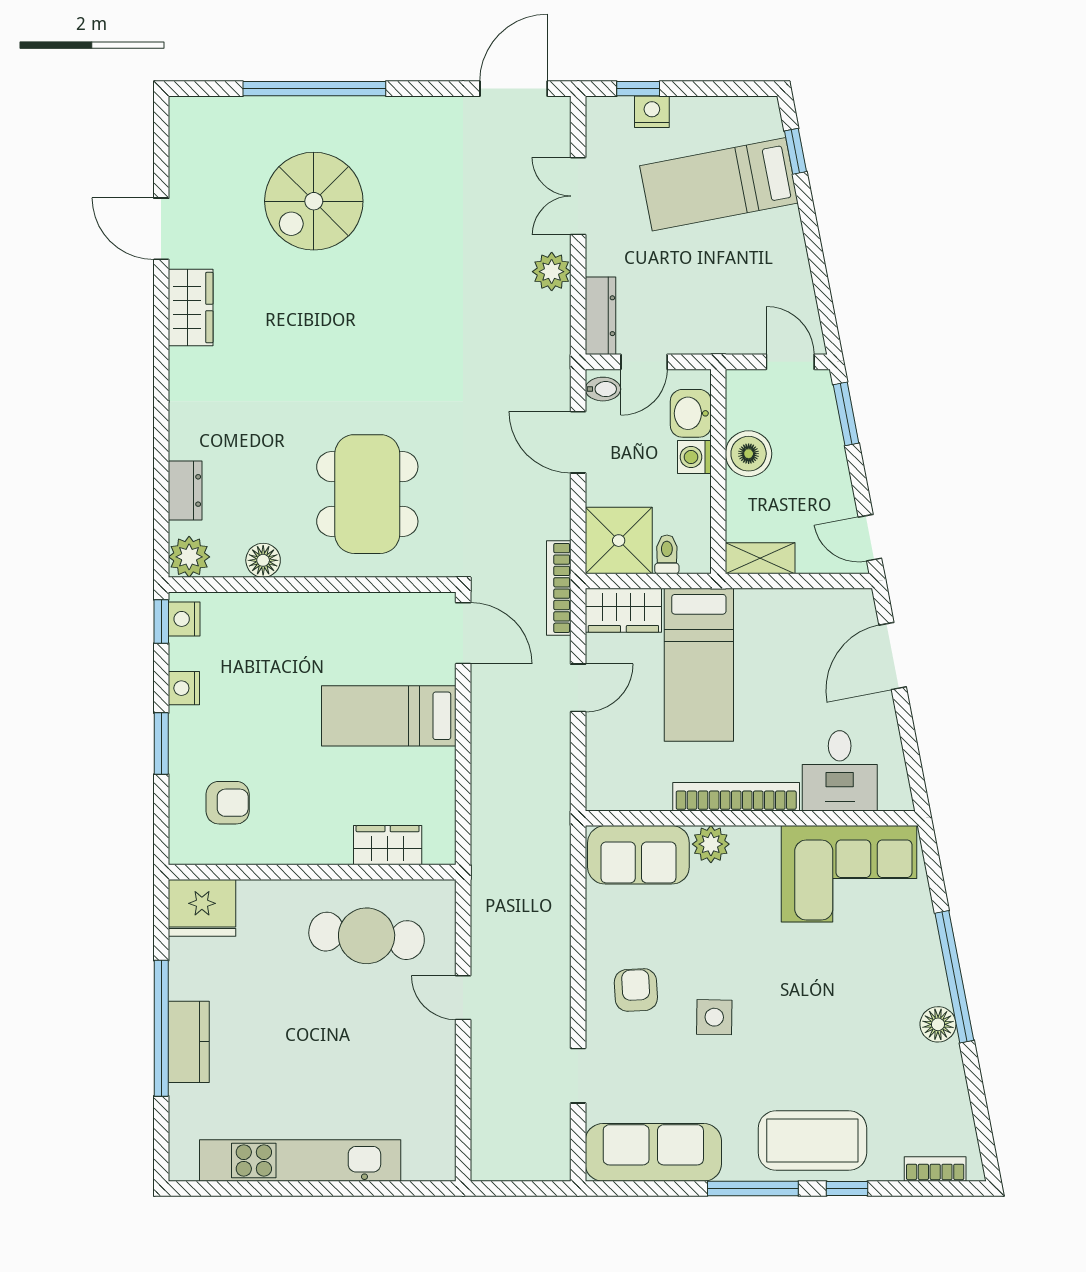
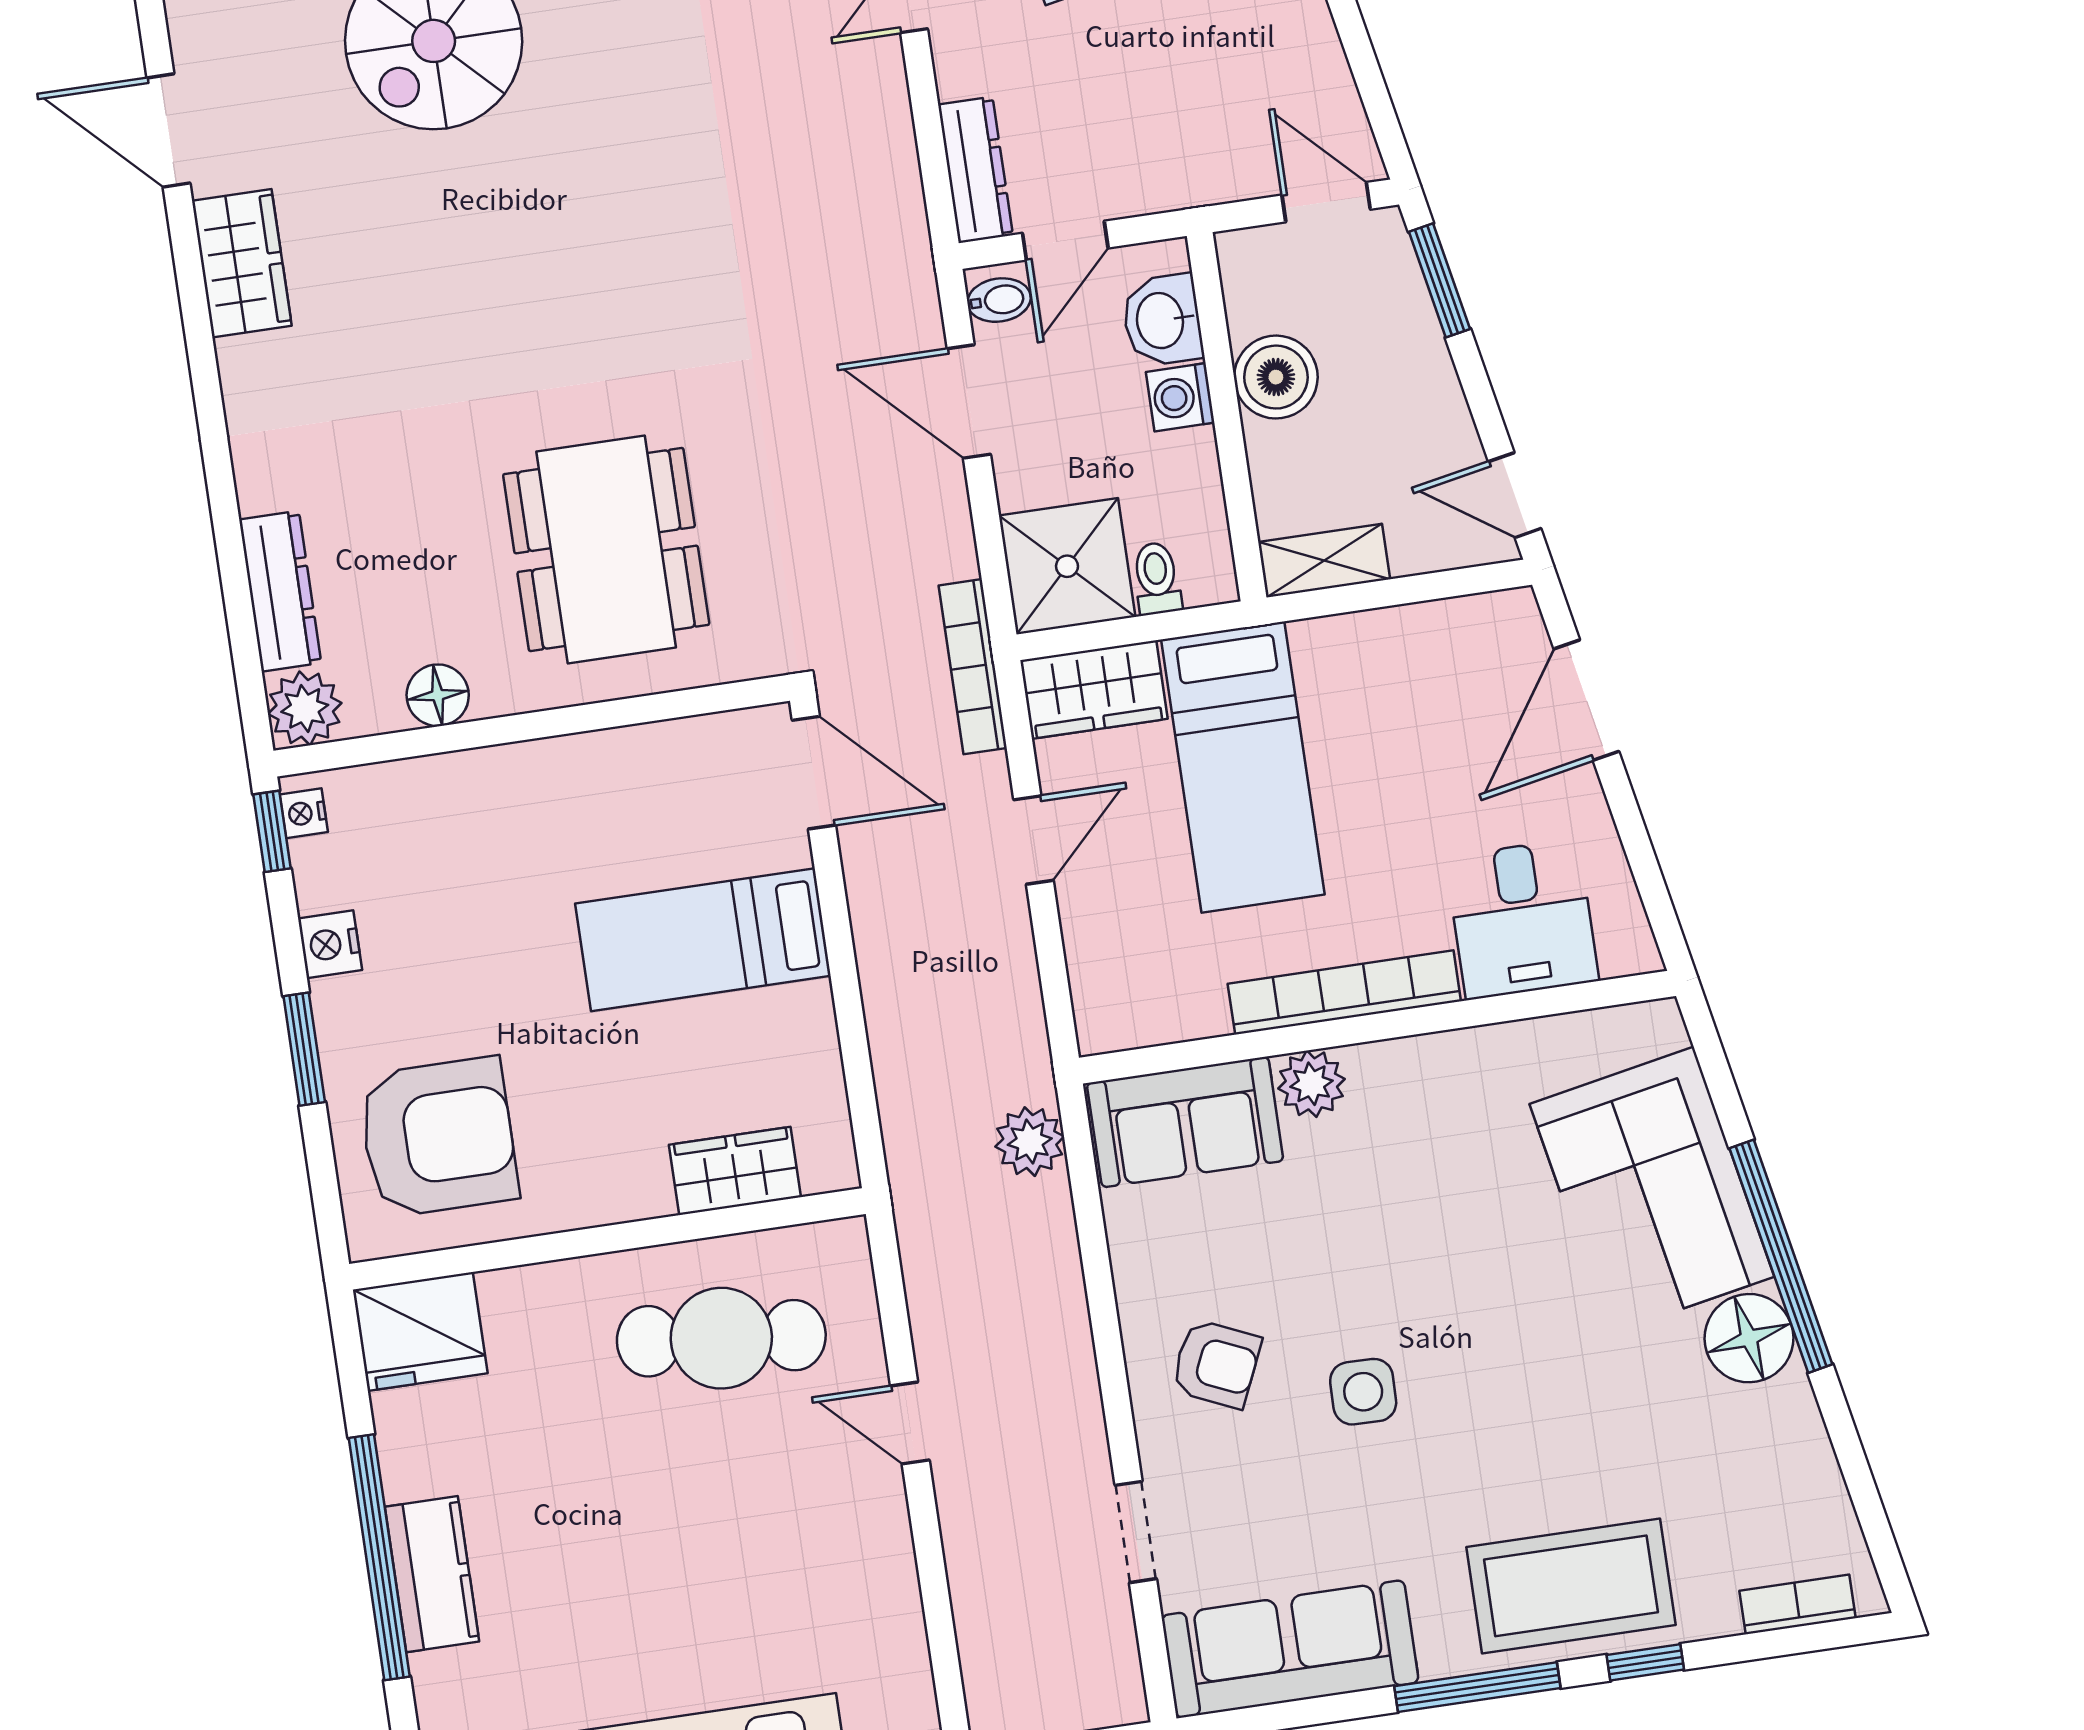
plant: (552, 272) -> (1030, 1142), moved
dresser: (185, 490) -> (280, 591), width x1.44
nightstand: (184, 619) -> (304, 813), width x0.72, depth x0.74
armchair: (228, 803) -> (438, 1137), width x1.88, depth x1.88
corner sofa: (849, 874) -> (1652, 1190), moved, turned 79
armchair: (636, 990) -> (1216, 1364), turned 117
floor lamp: (938, 1024) -> (1749, 1338), width x1.38, depth x1.38

